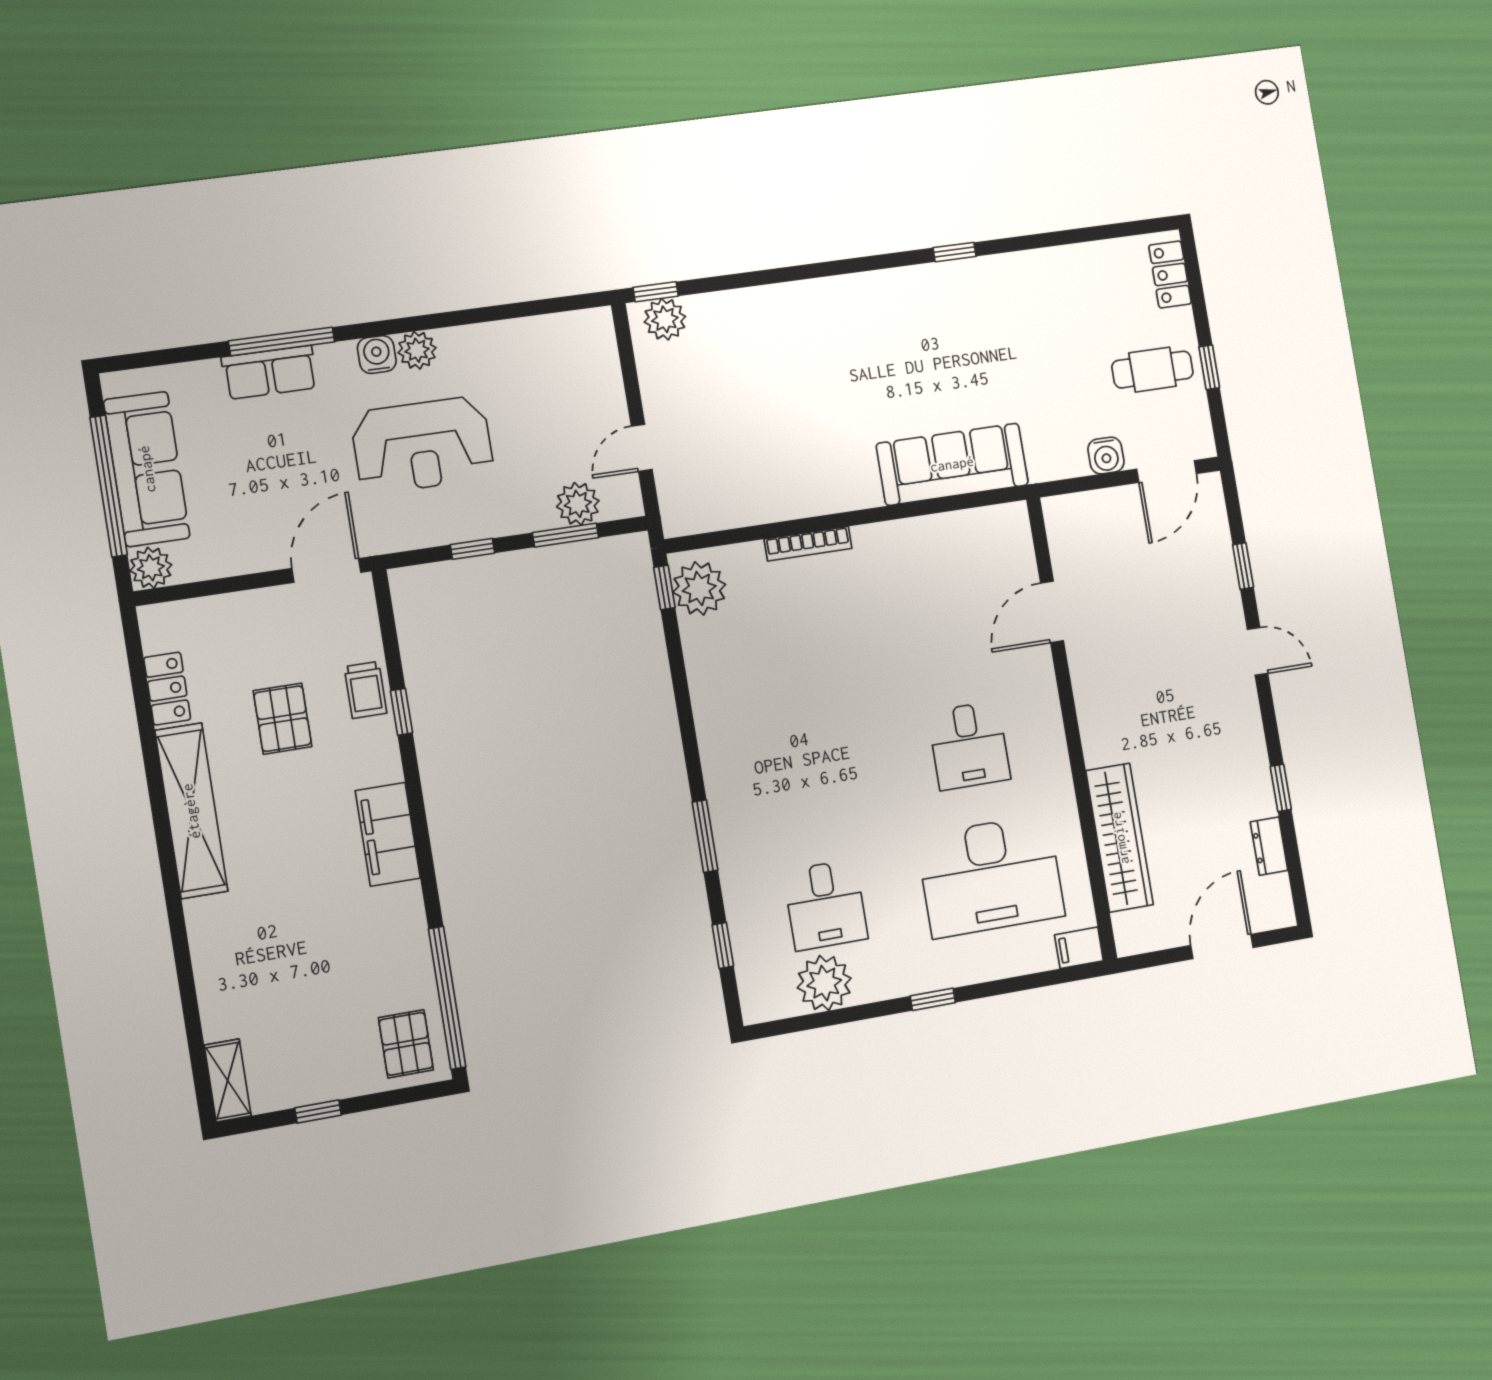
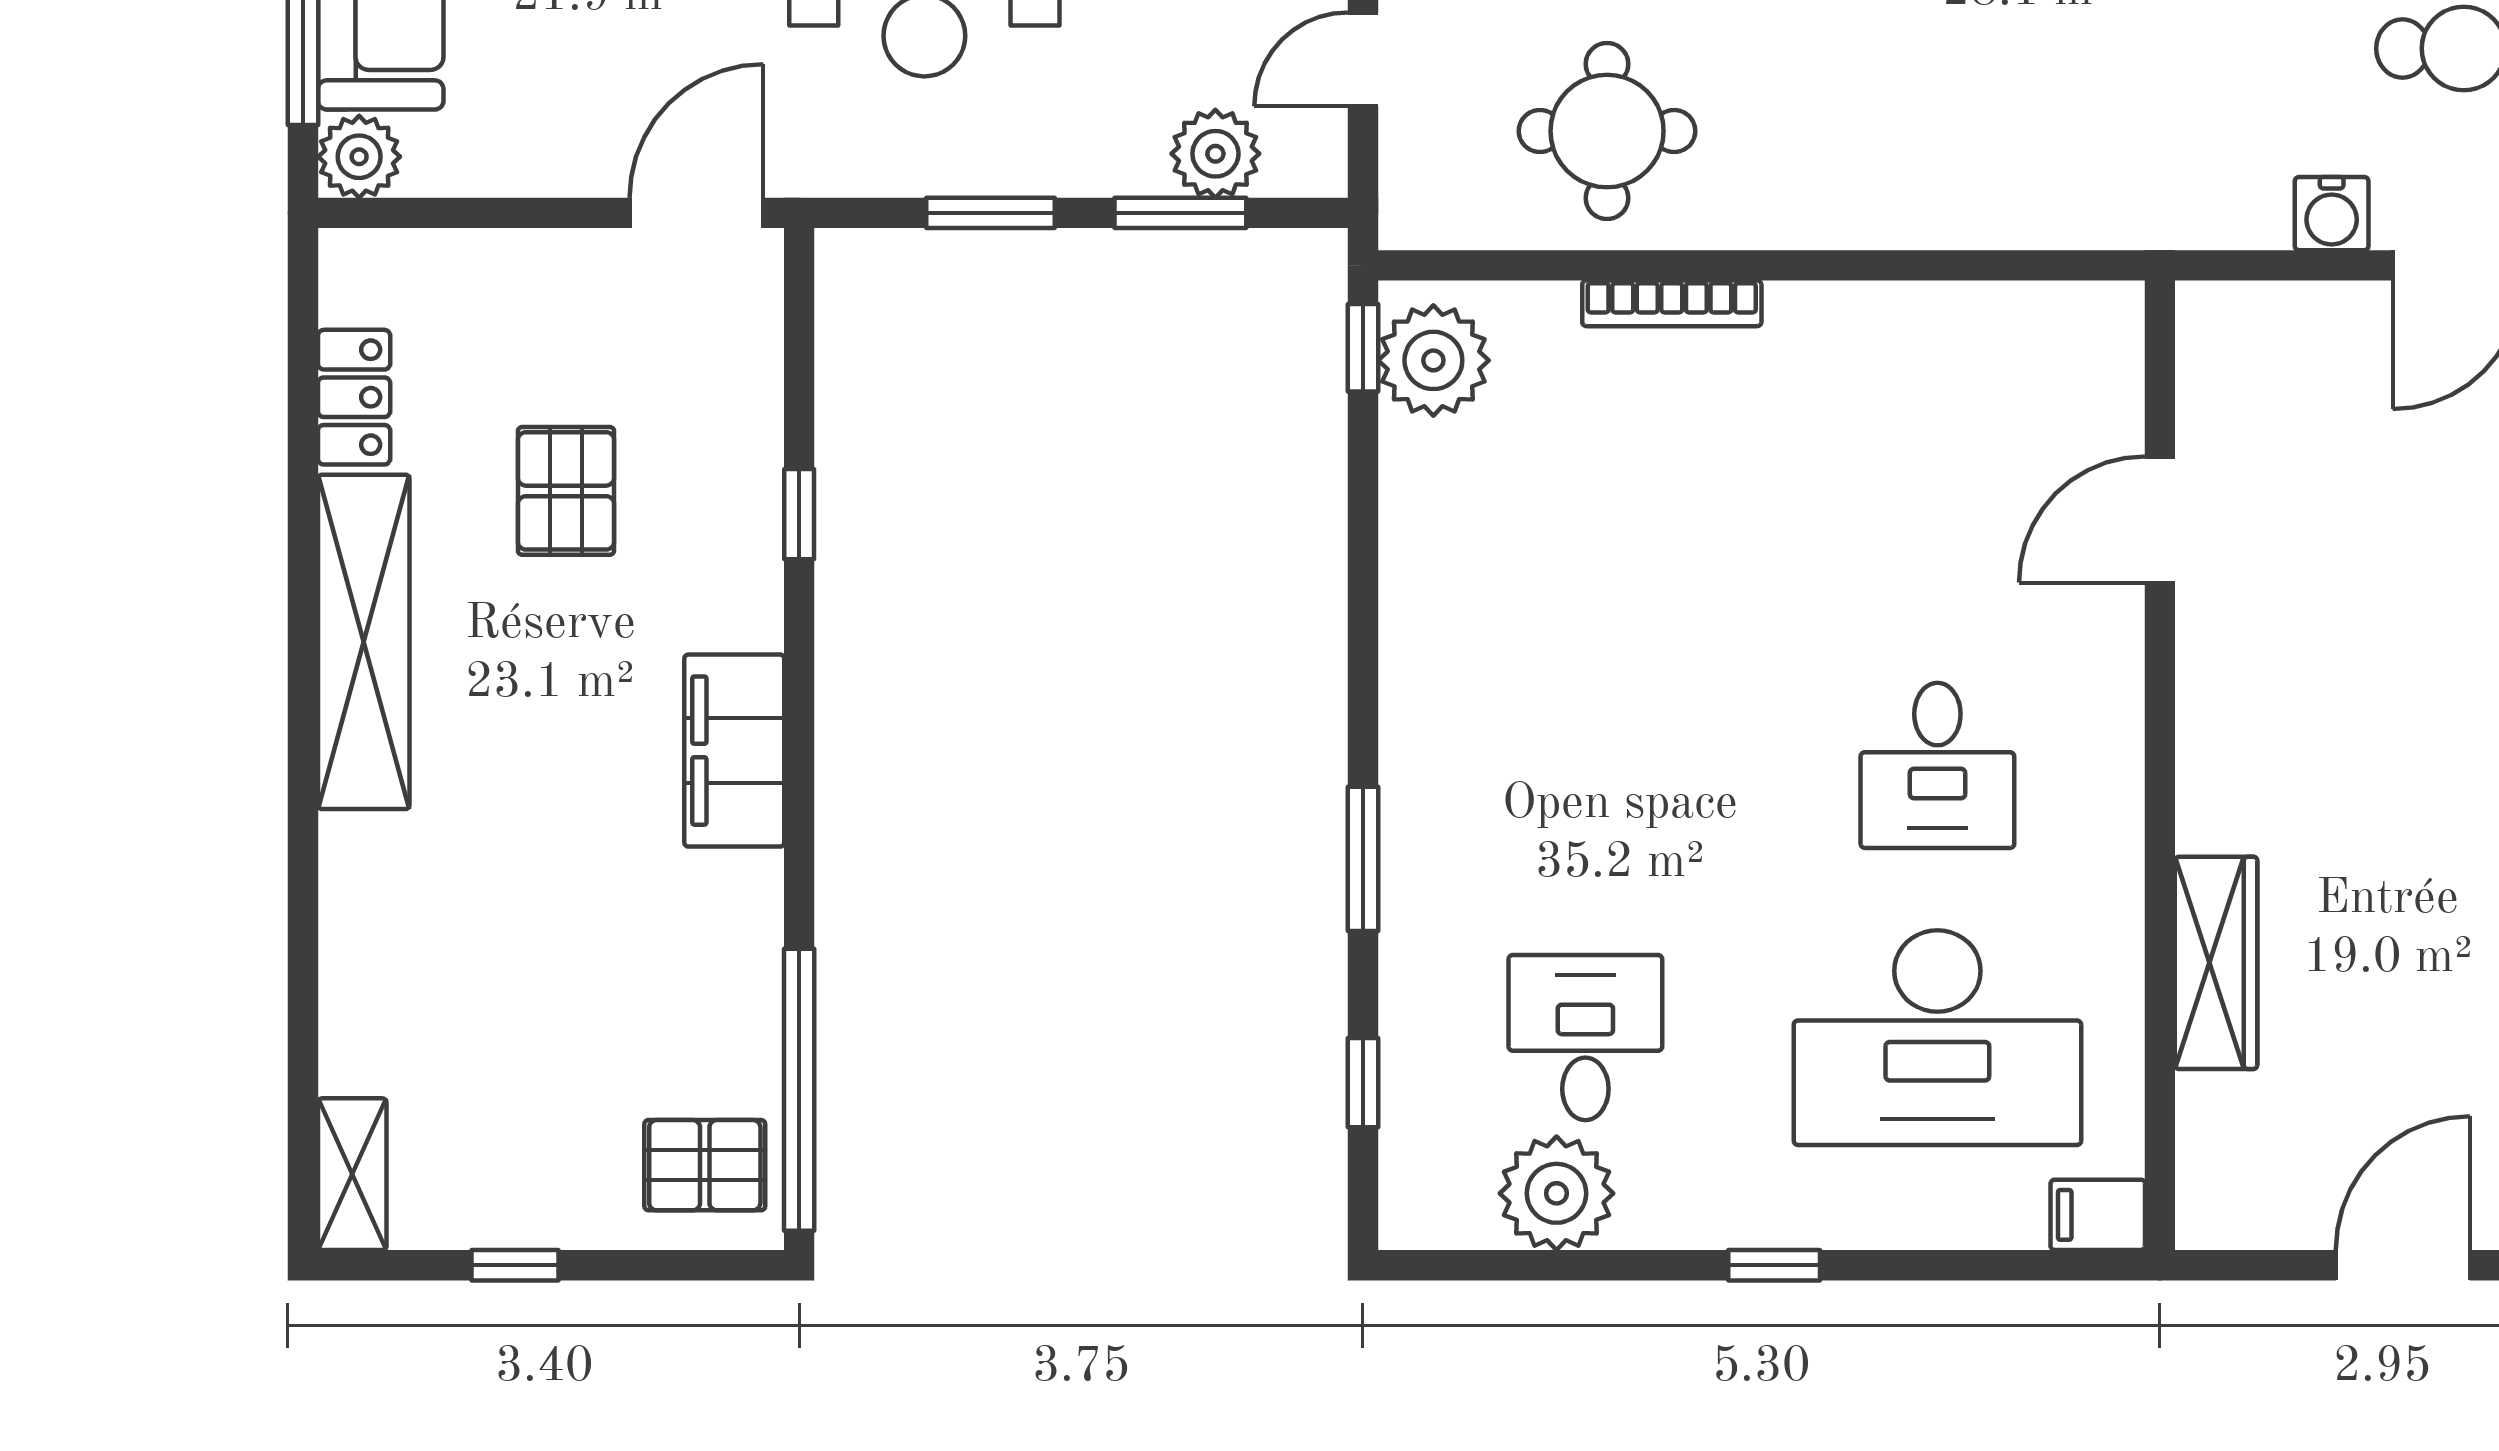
sofa: (952, 464) -> (2001, 185), removed
round table: (764, 466) -> (1607, 131), added
window: (472, 549) -> (990, 213), width x1.50
trolley: (366, 690) -> (736, 460), removed
wardrobe: (1120, 838) -> (2216, 963), width x0.71, depth x0.85
desk: (826, 905) -> (1585, 1038), turned 180
pallet: (406, 1044) -> (705, 1165), turned 90

